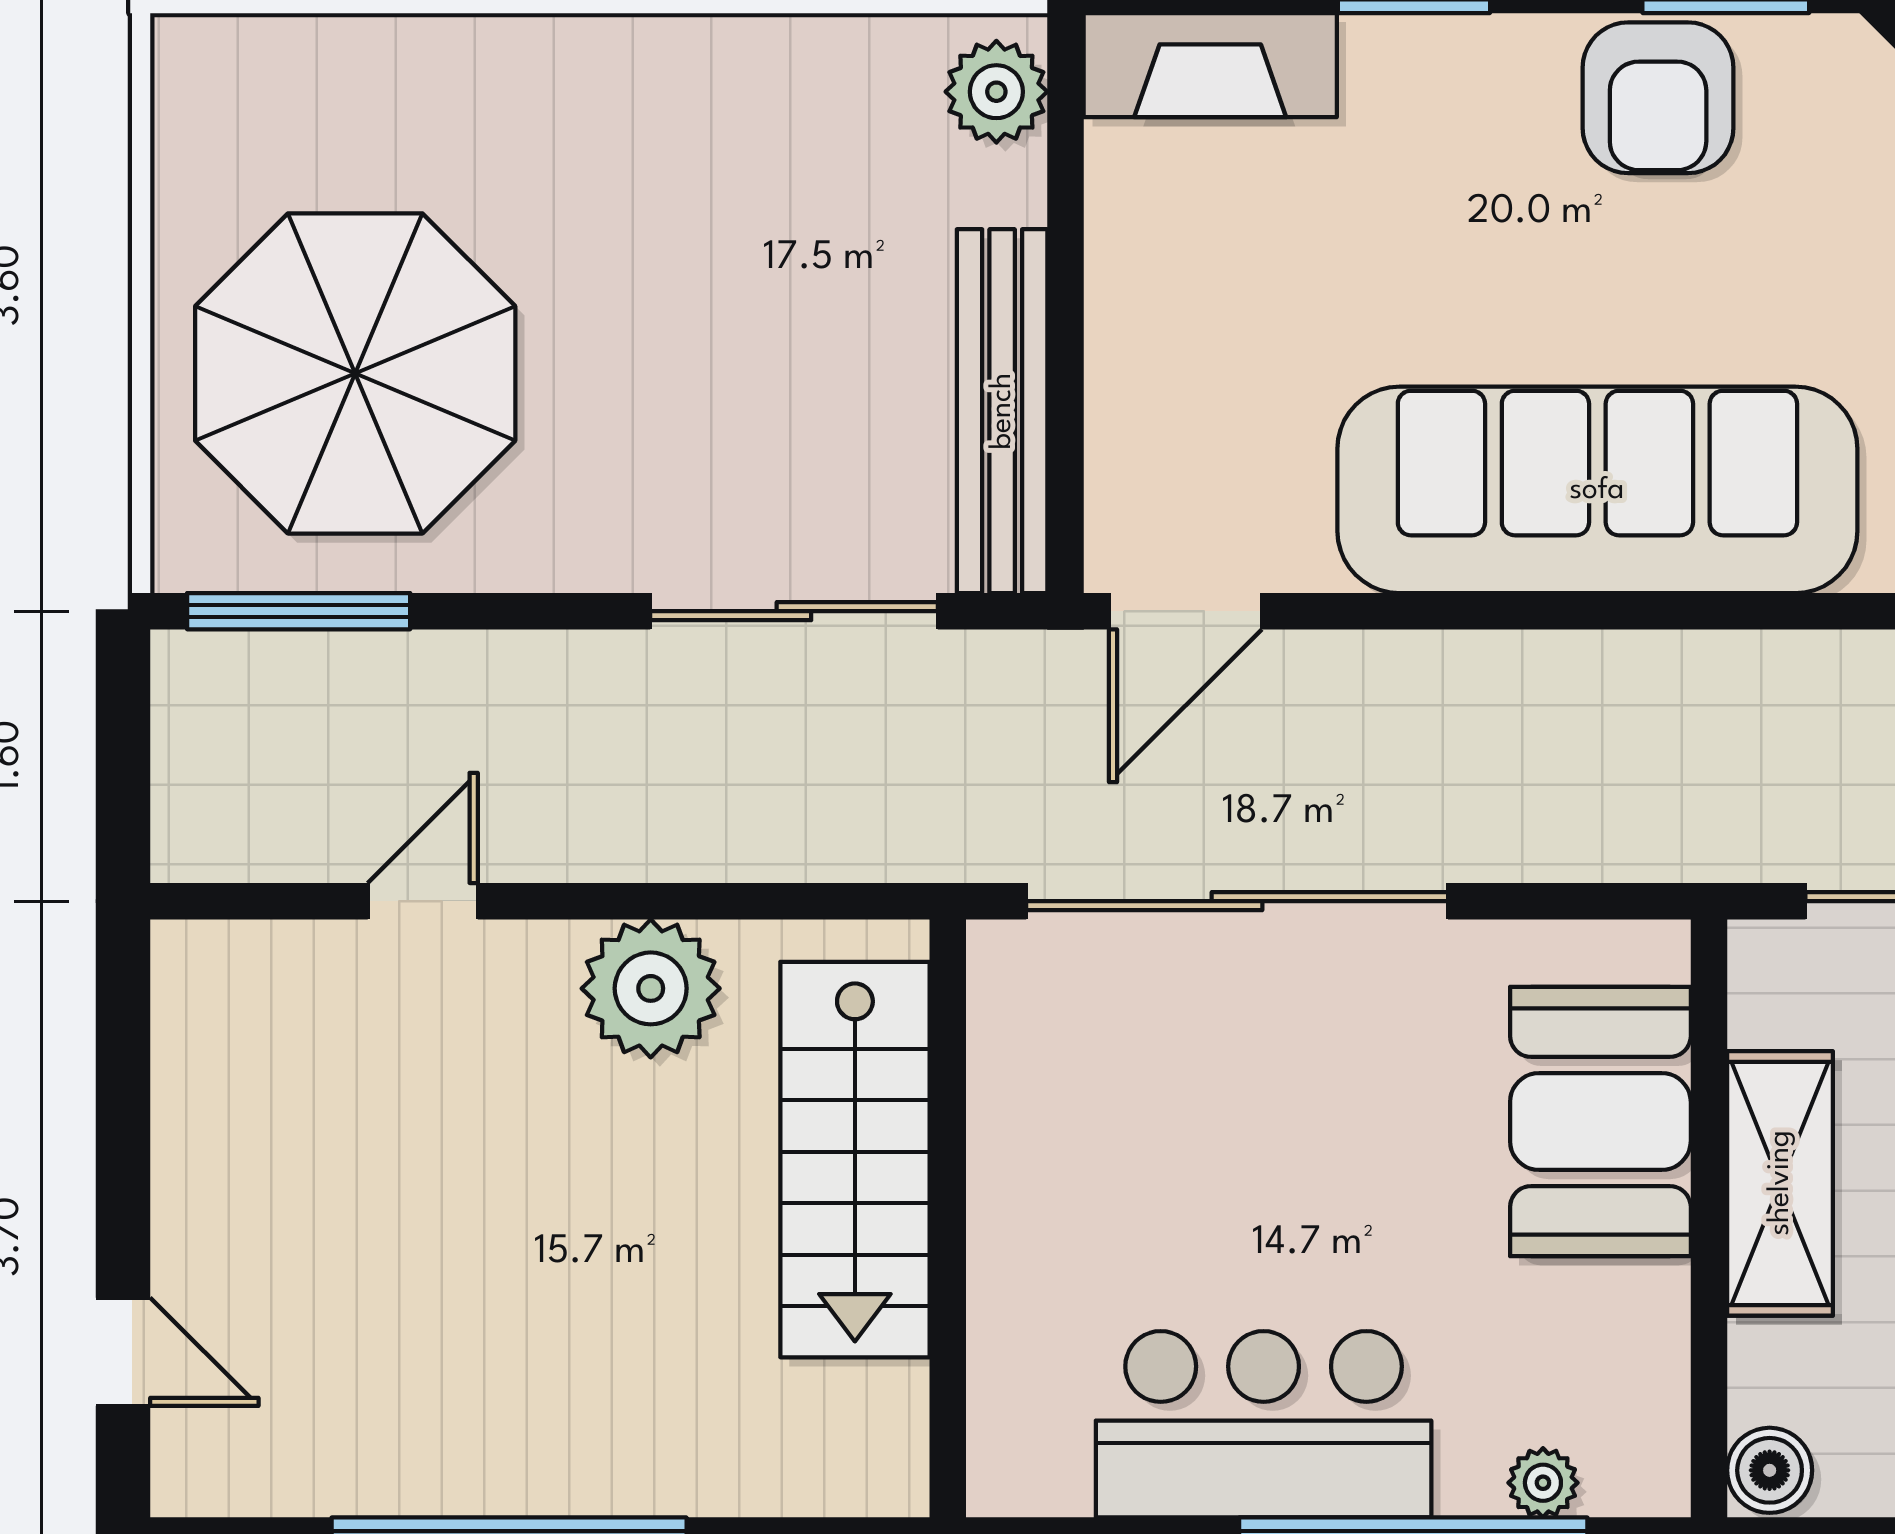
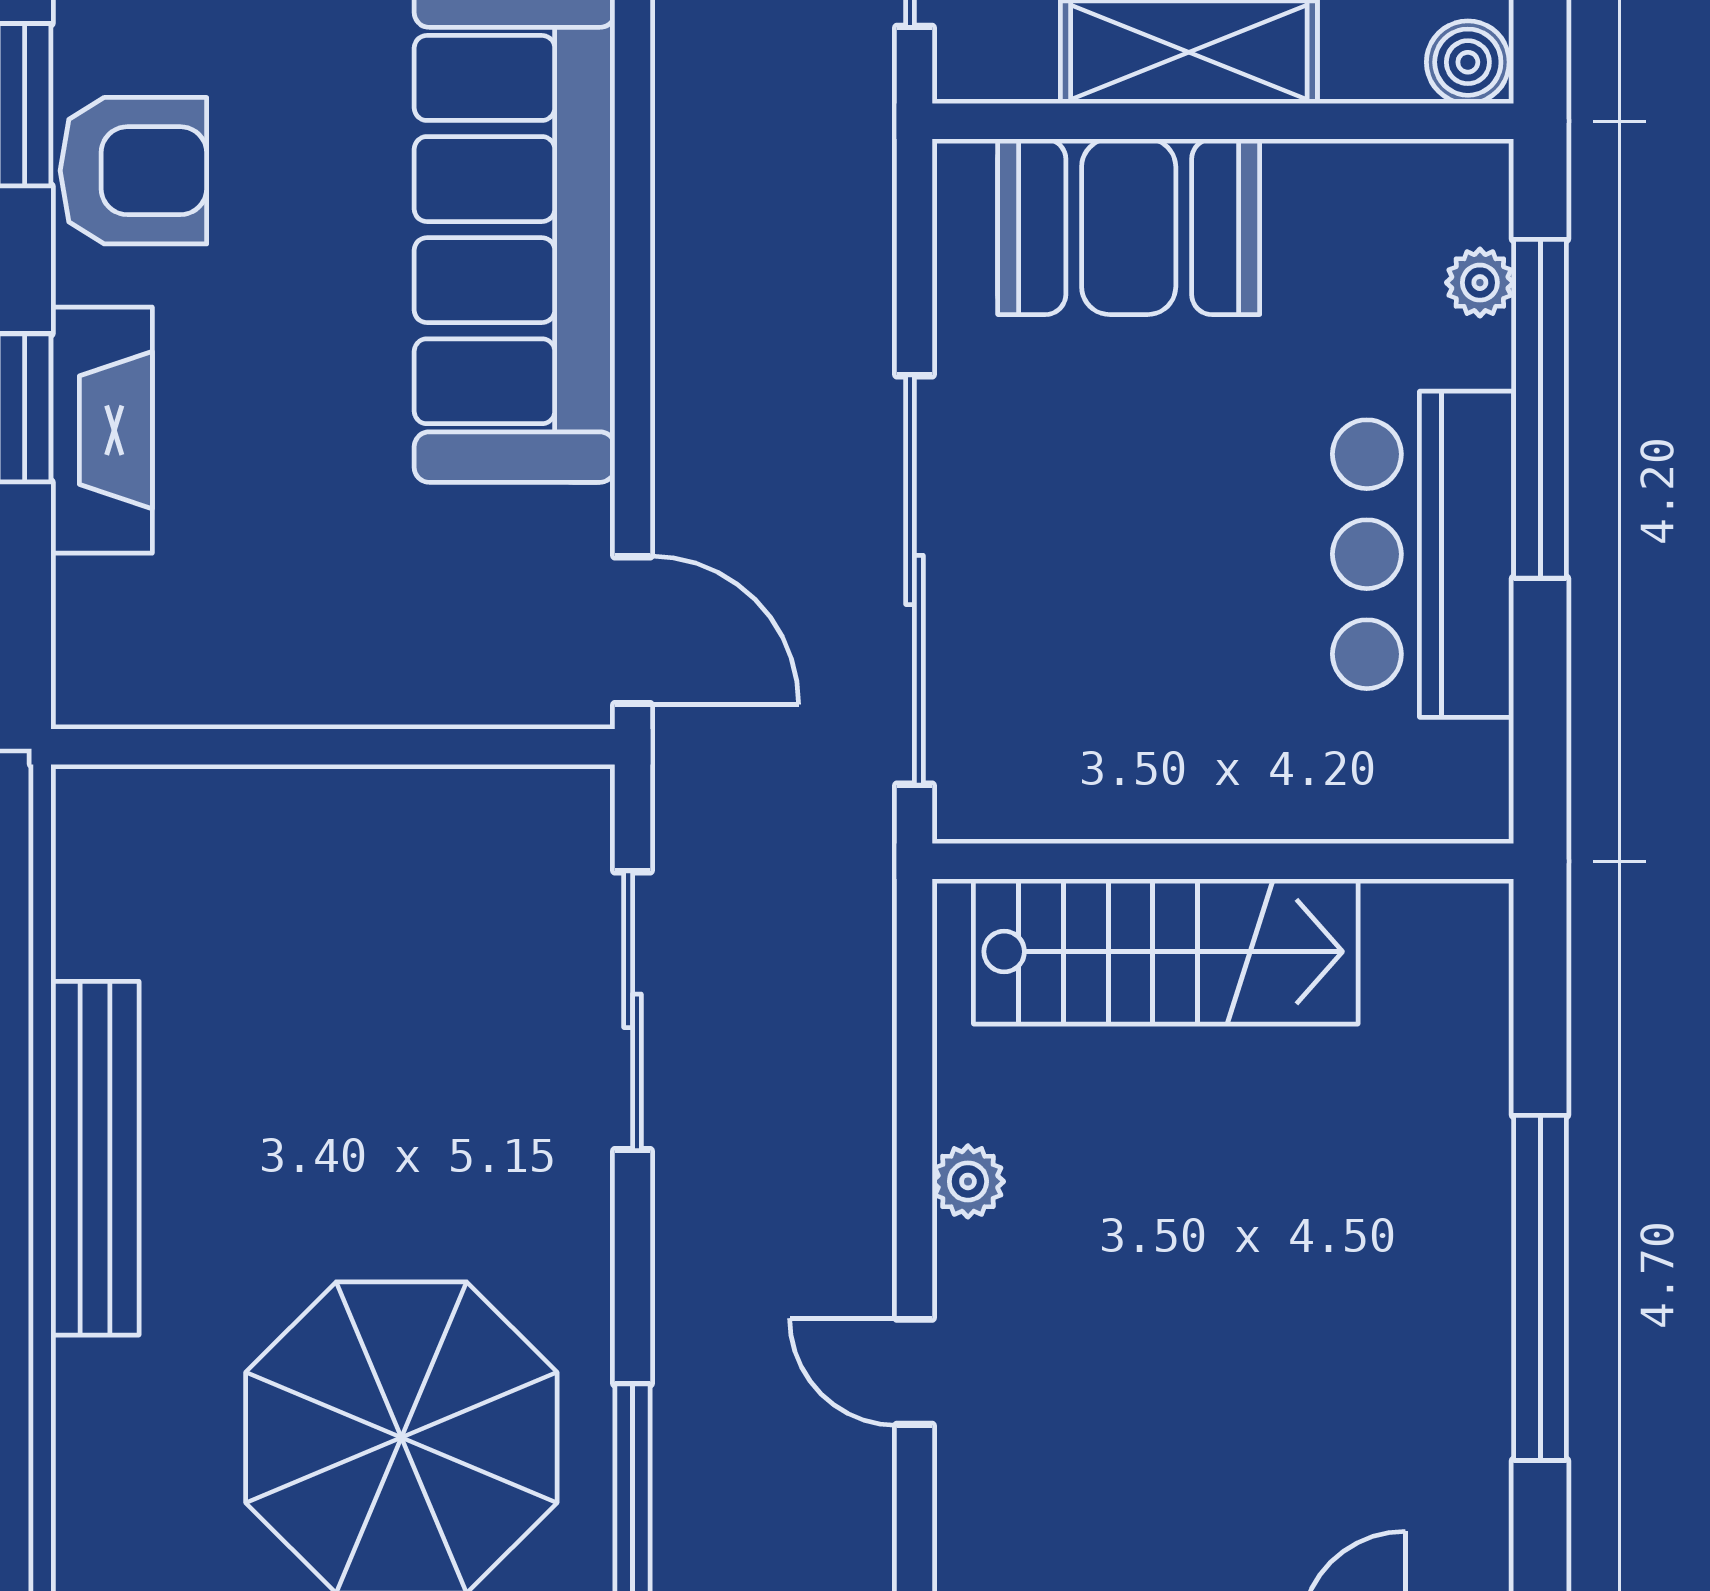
fireplace: (1210, 65) -> (102, 430), moved
plant: (996, 92) -> (127, 814), removed
bench: (1002, 411) -> (95, 1158), moved, turned 90
plant: (651, 988) -> (968, 1181), width x0.53, depth x0.53

